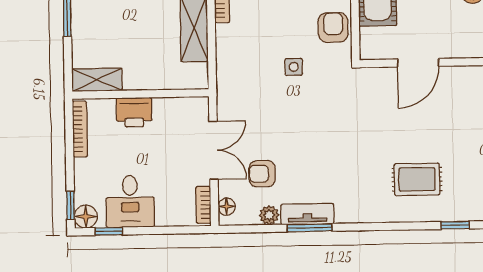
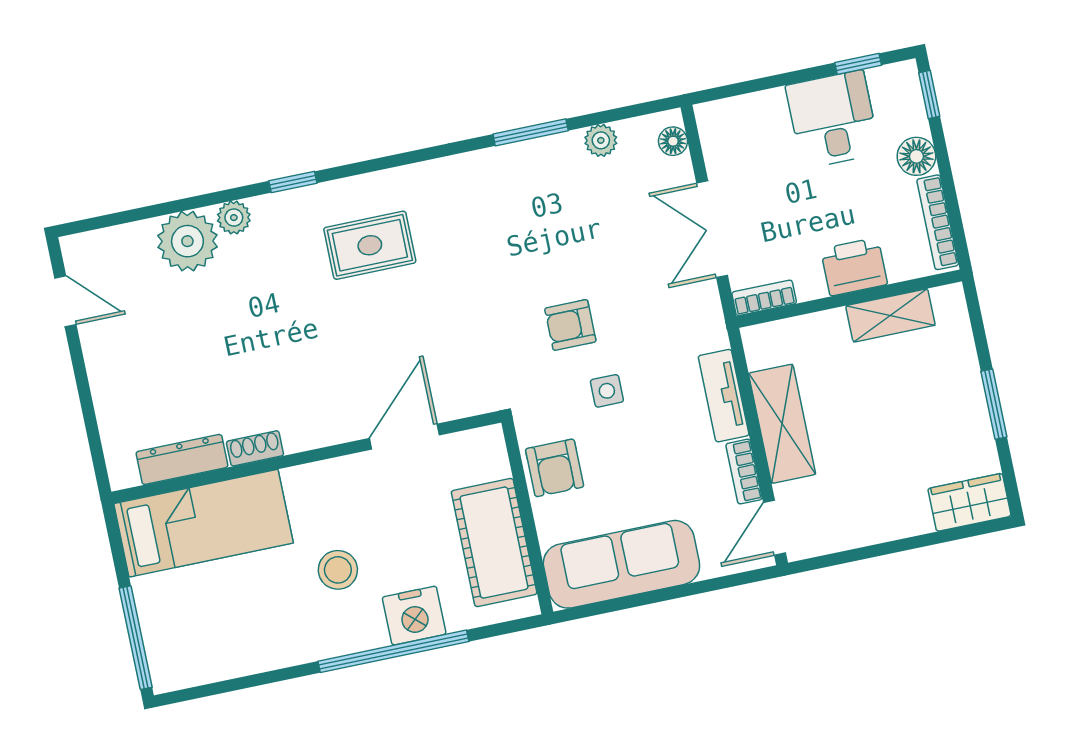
shelving: (97, 80) -> (890, 315), moved
armchair: (262, 174) -> (570, 325), moved, turned 180
bookcase: (203, 205) -> (764, 298), moved, turned -90
tv unit: (307, 214) -> (724, 396), moved, turned 90
floor lamp: (86, 217) -> (916, 156), moved

